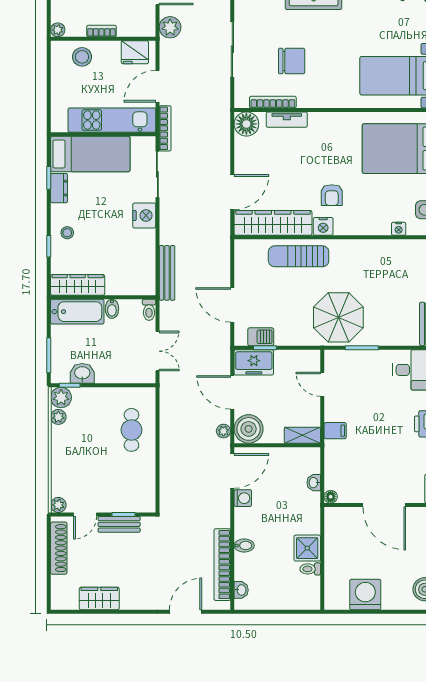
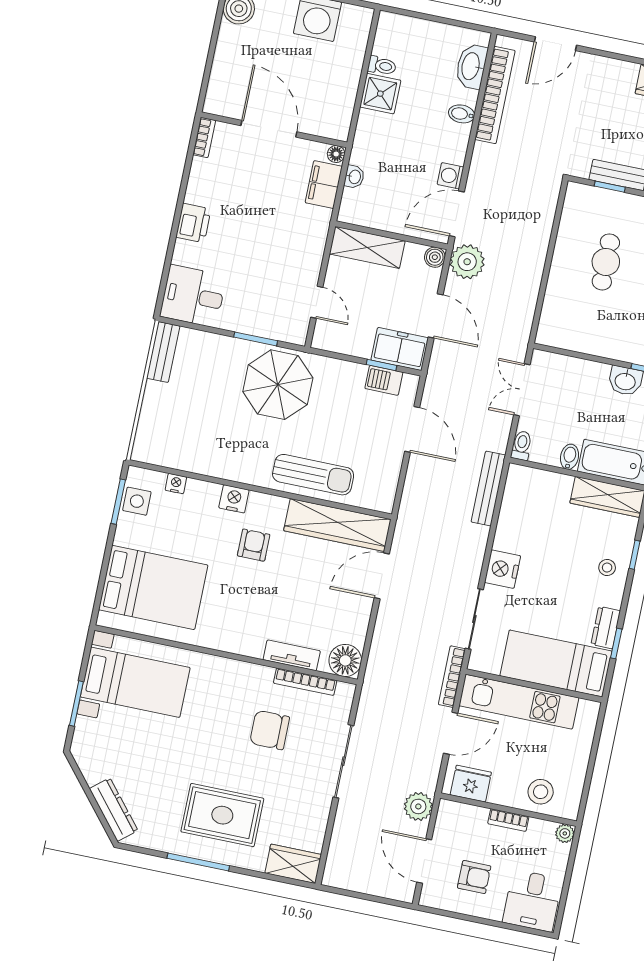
nightstand: (323, 226) -> (234, 499), moved
boiler: (249, 429) -> (435, 257), width x0.54, depth x0.54
cafe table: (131, 430) -> (606, 262), moved
plant: (223, 431) -> (467, 262), width x1.87, depth x1.87
filing cabinet: (335, 431) -> (324, 185), moved, width x2.00
shelving: (302, 435) -> (367, 247), width x1.50, depth x1.33
washbasin: (241, 590) -> (471, 66), width x1.91, depth x1.45

